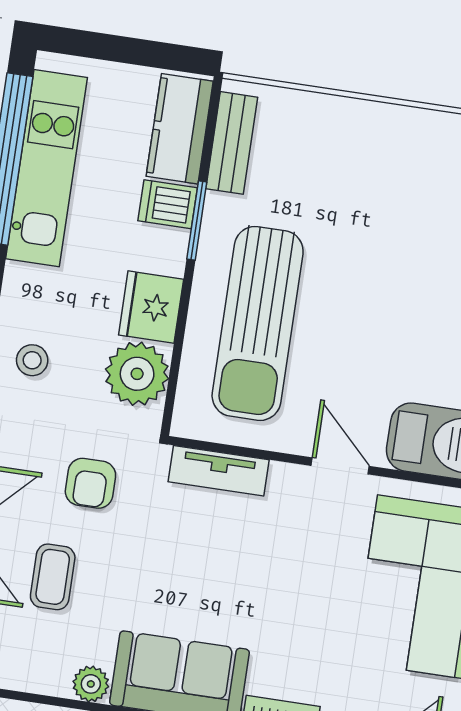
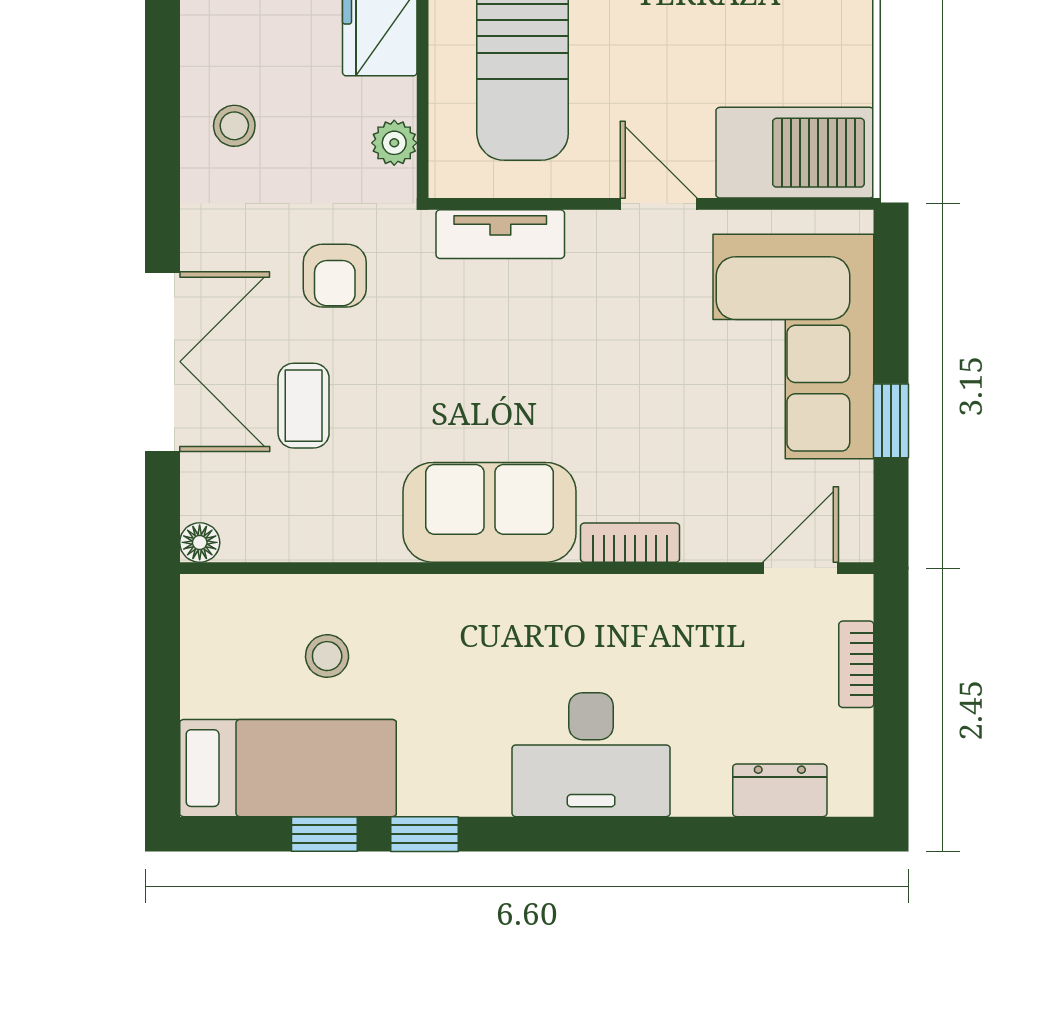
plant: (137, 374) -> (394, 143), width x0.53, depth x0.53
plant: (91, 684) -> (375, 539), removed

